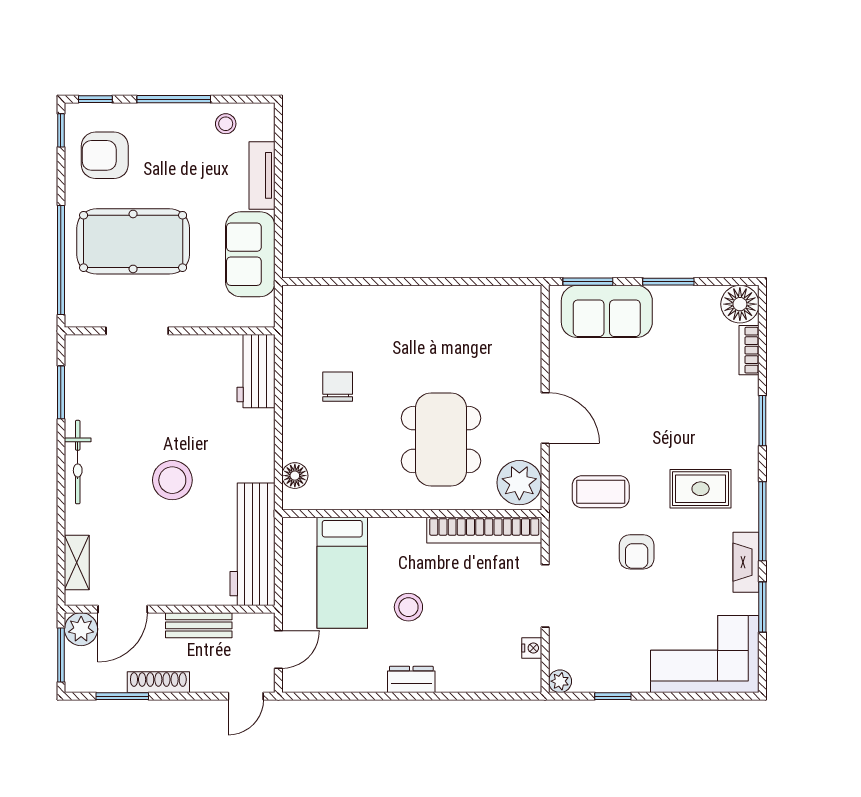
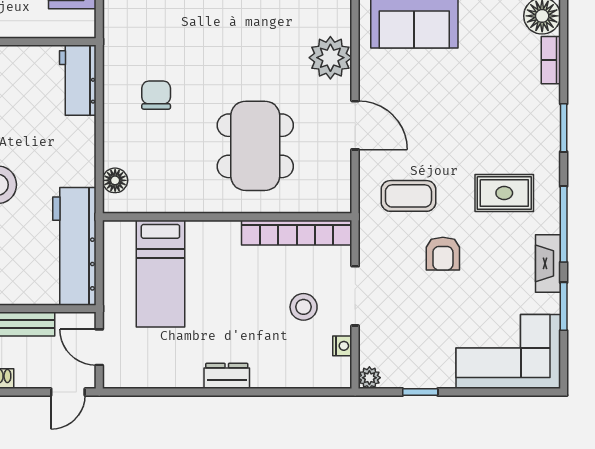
plant: (519, 483) -> (330, 58), moved
stool: (408, 607) -> (304, 307), moved
door: (278, 650) -> (99, 347), swing flipped

